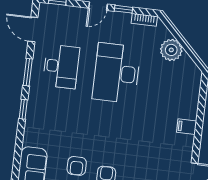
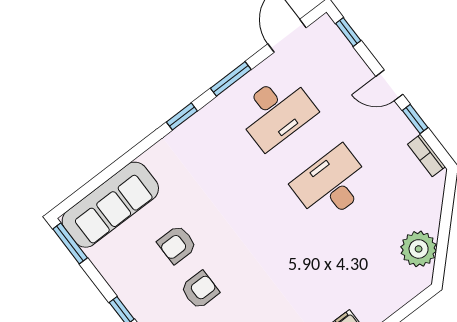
plant: (171, 50) -> (419, 249), moved
desk: (116, 73) -> (332, 184), width x0.73, depth x0.77

